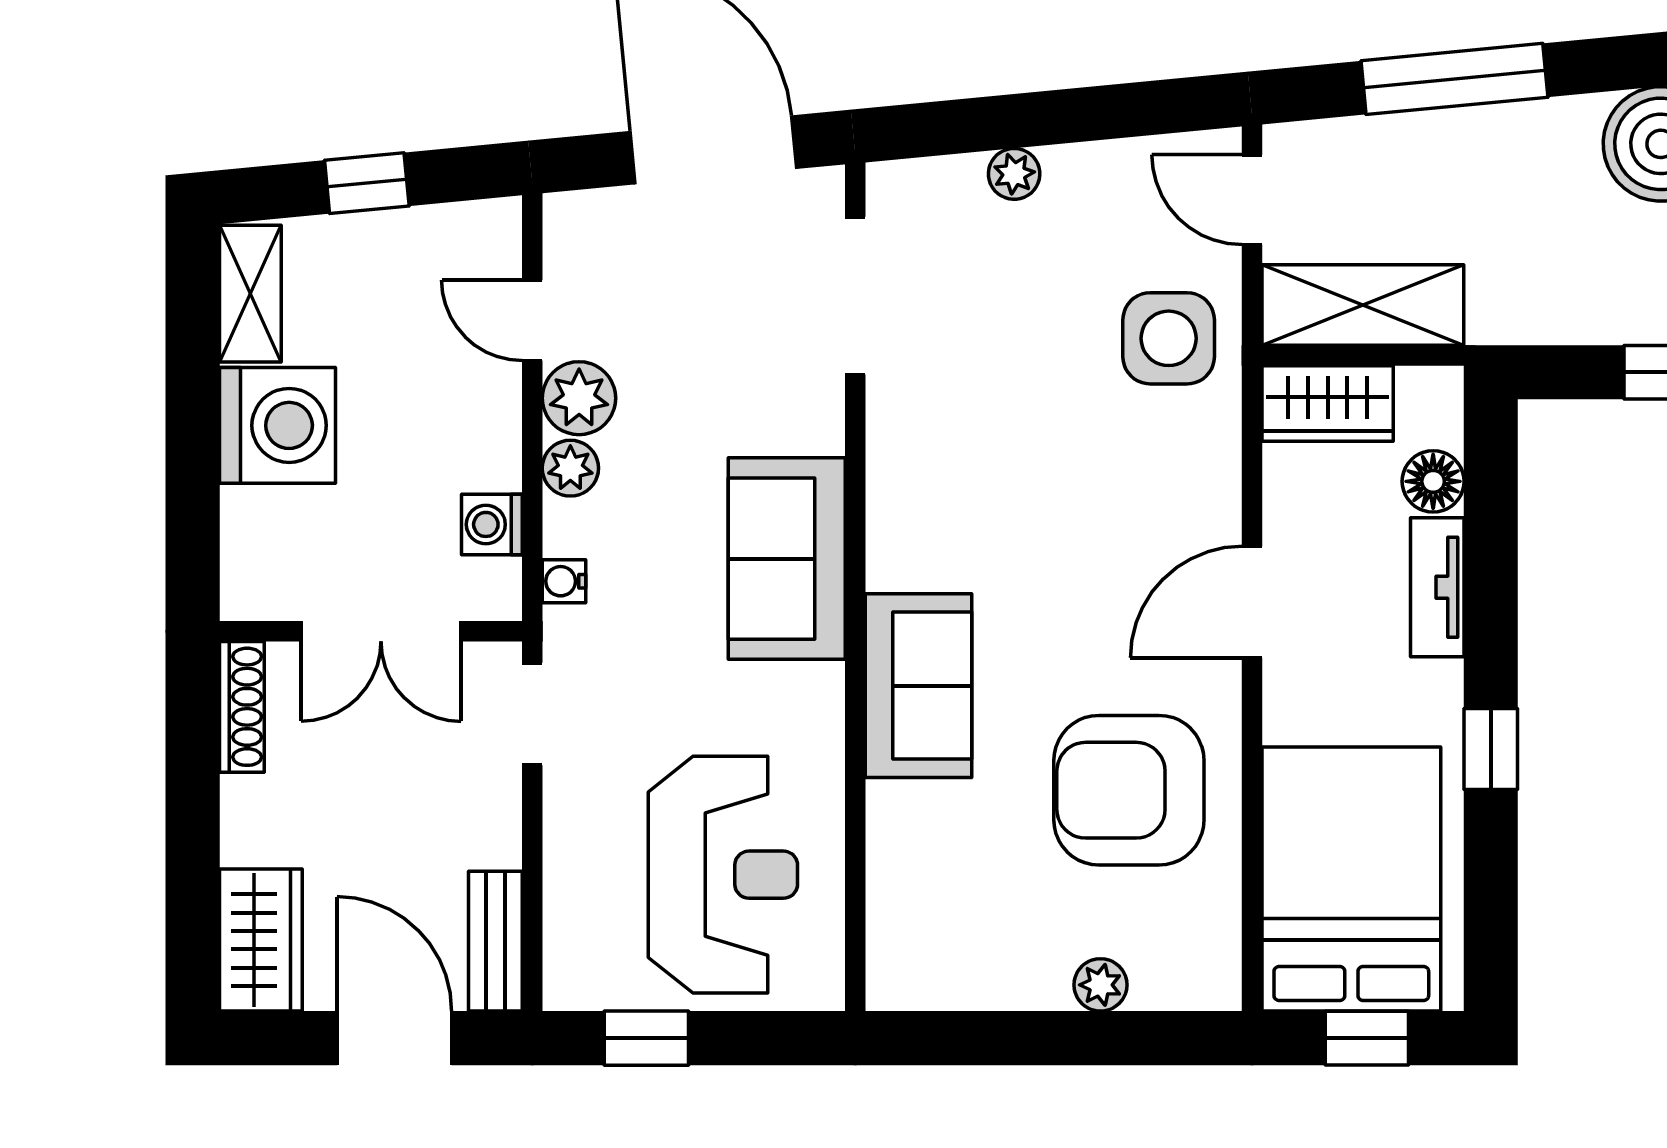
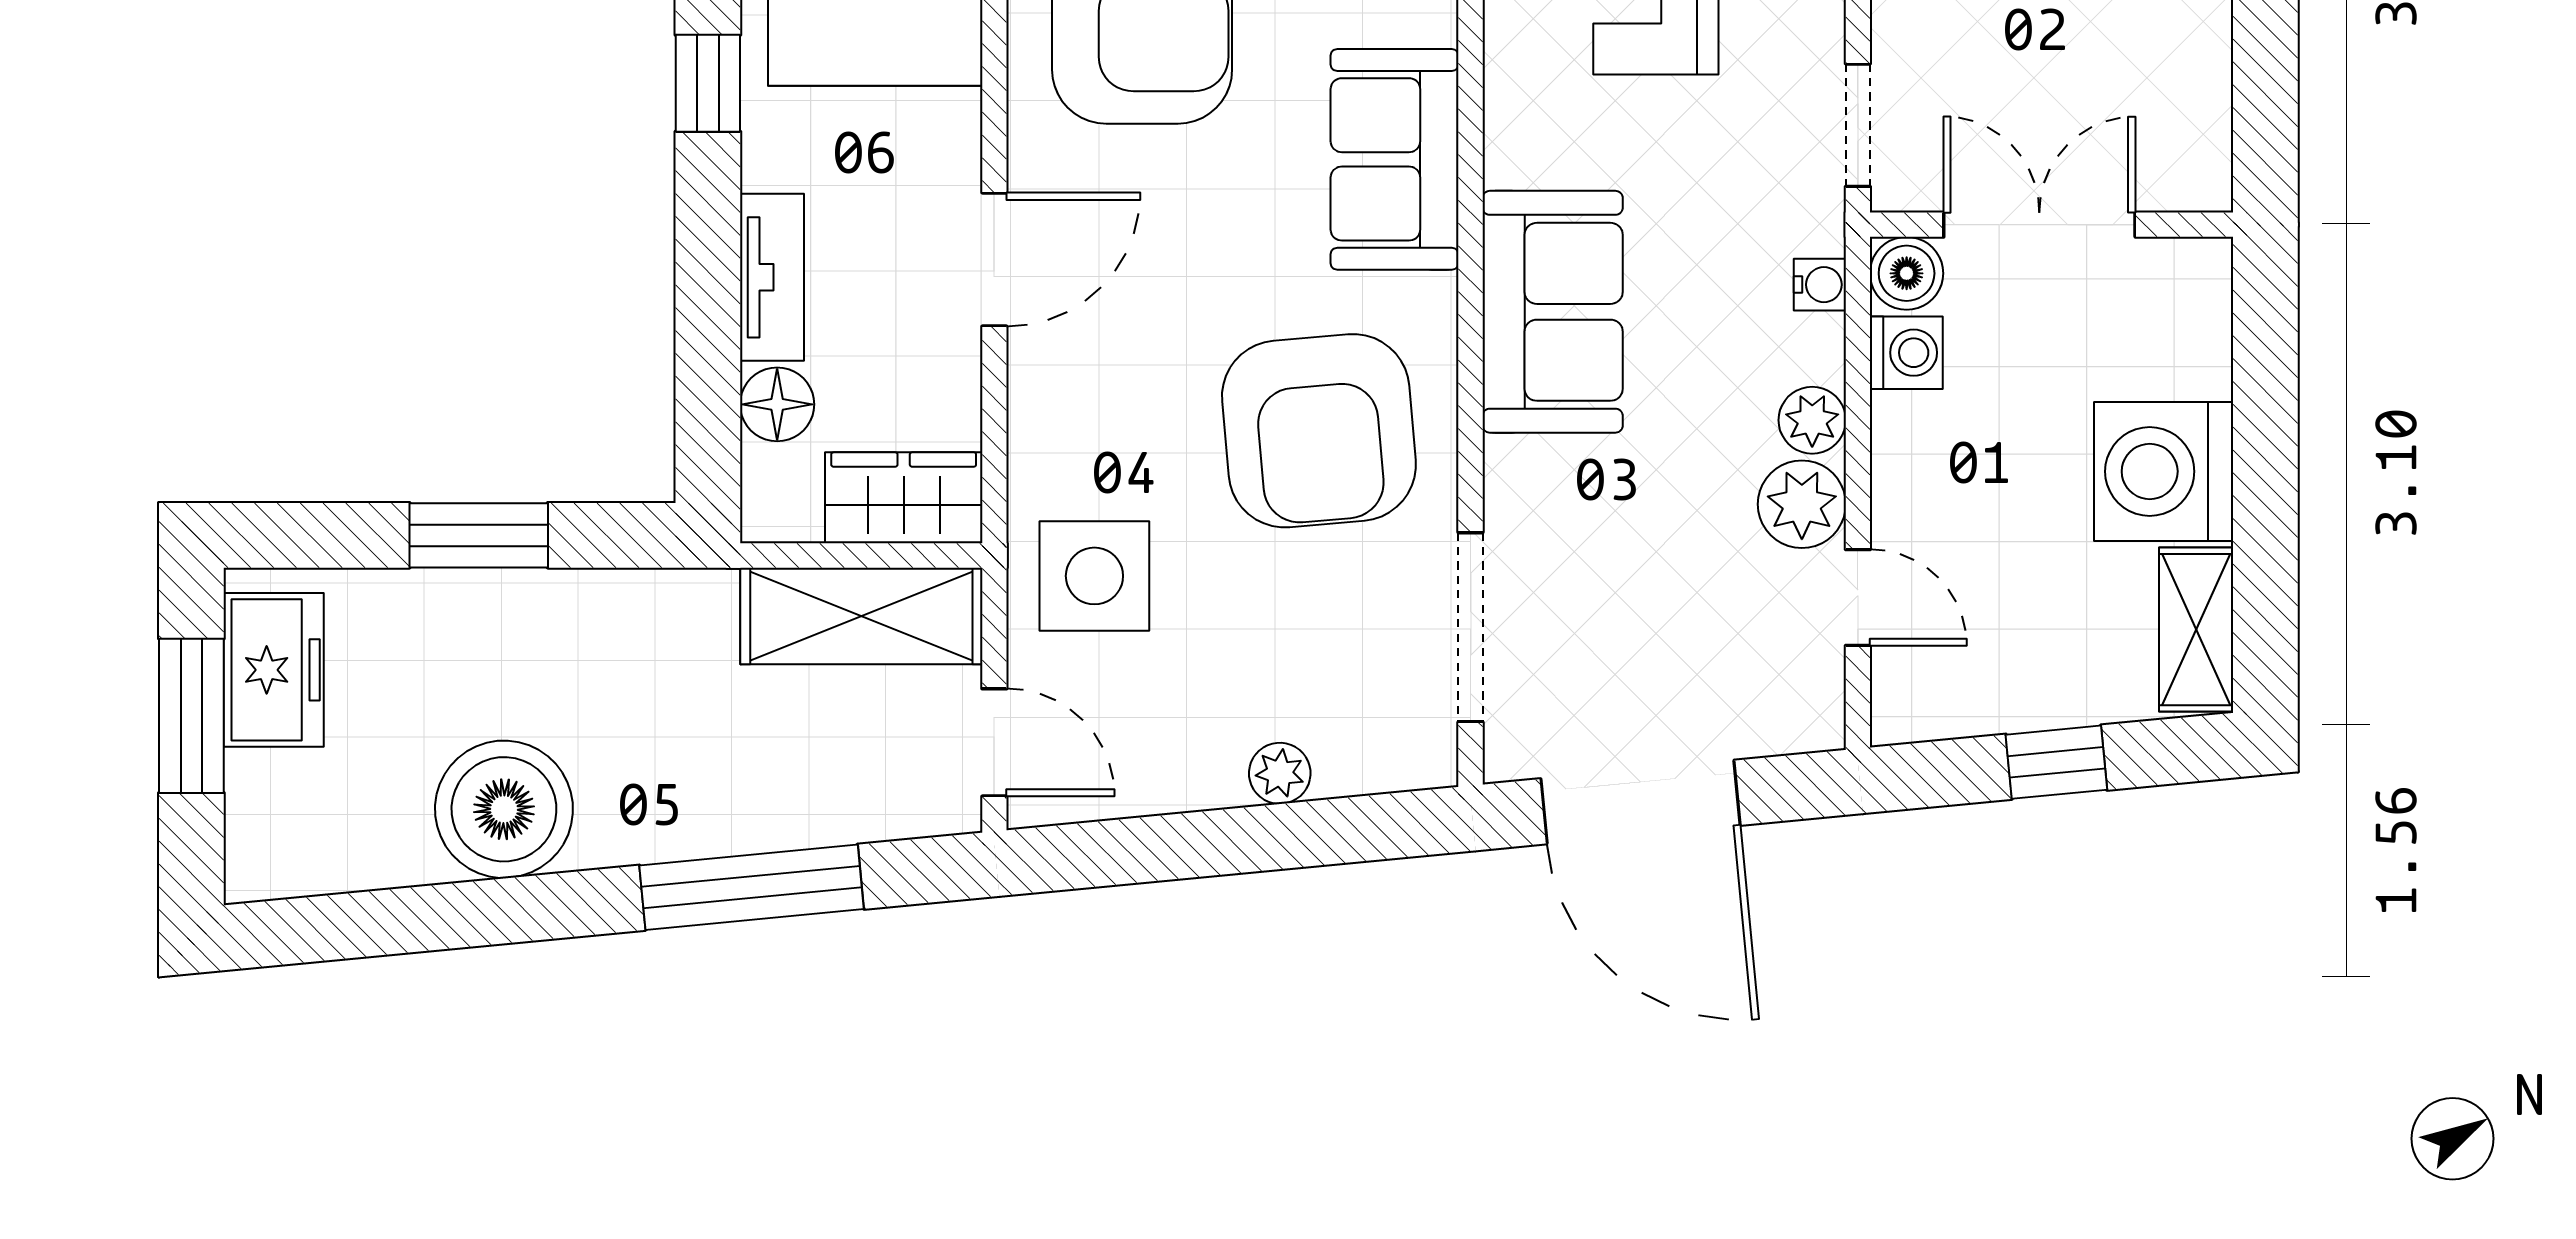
armchair: (982, 459) -> (1319, 431), added
boiler: (492, 591) -> (1907, 273), added
shoe rack: (242, 707) -> (2206, 134), removed

